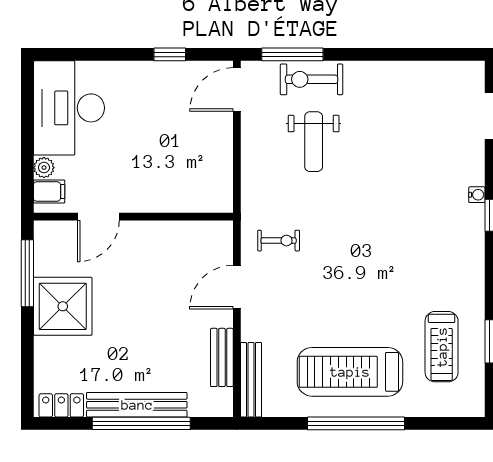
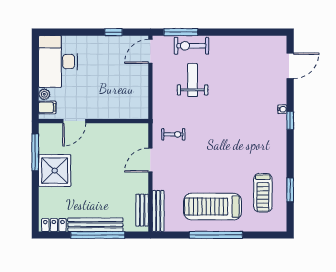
weight bench: (314, 142) -> (193, 80), turned 180
bench: (222, 357) -> (142, 210), moved

